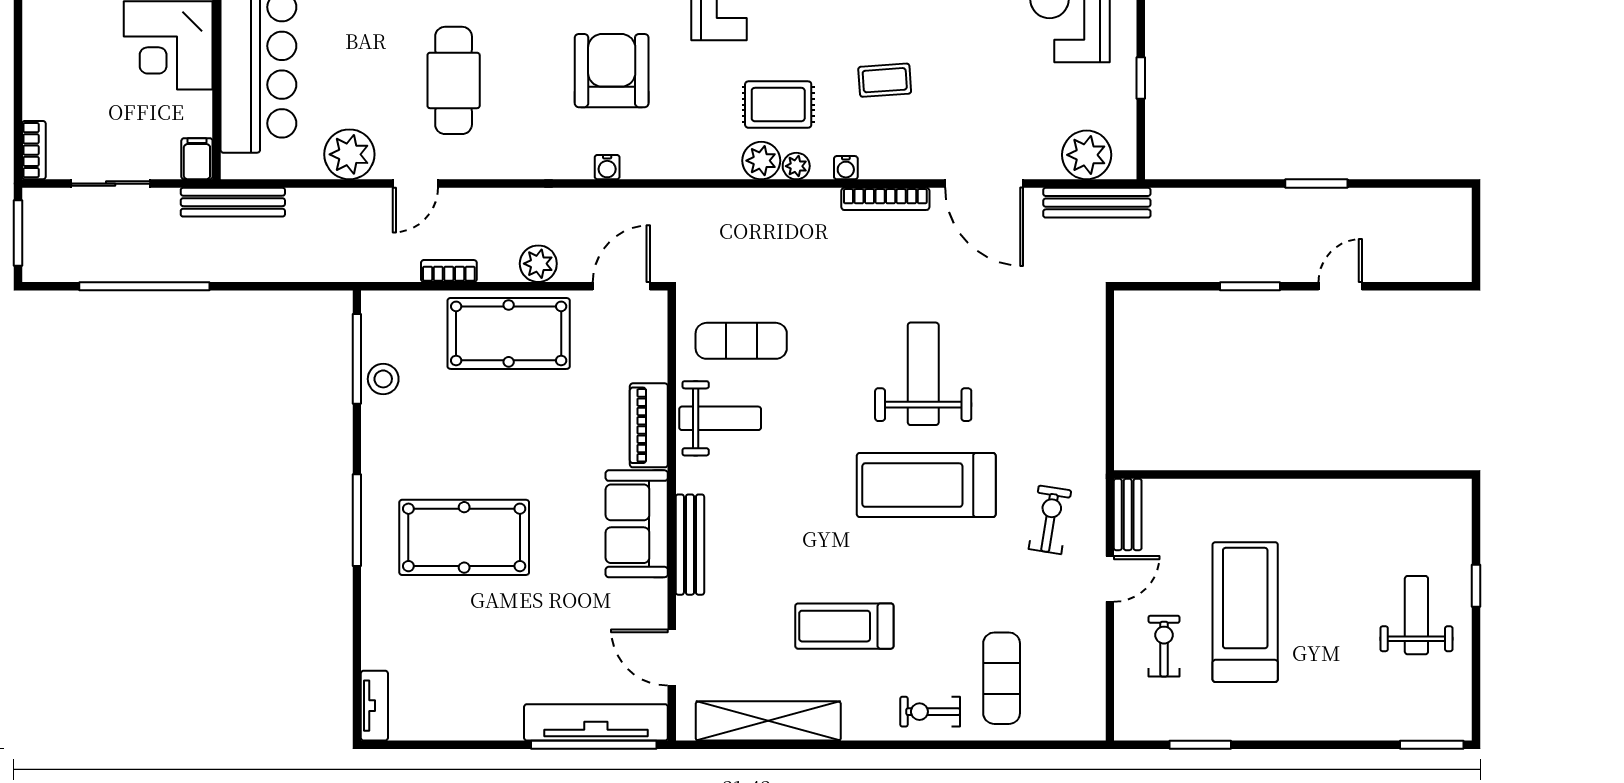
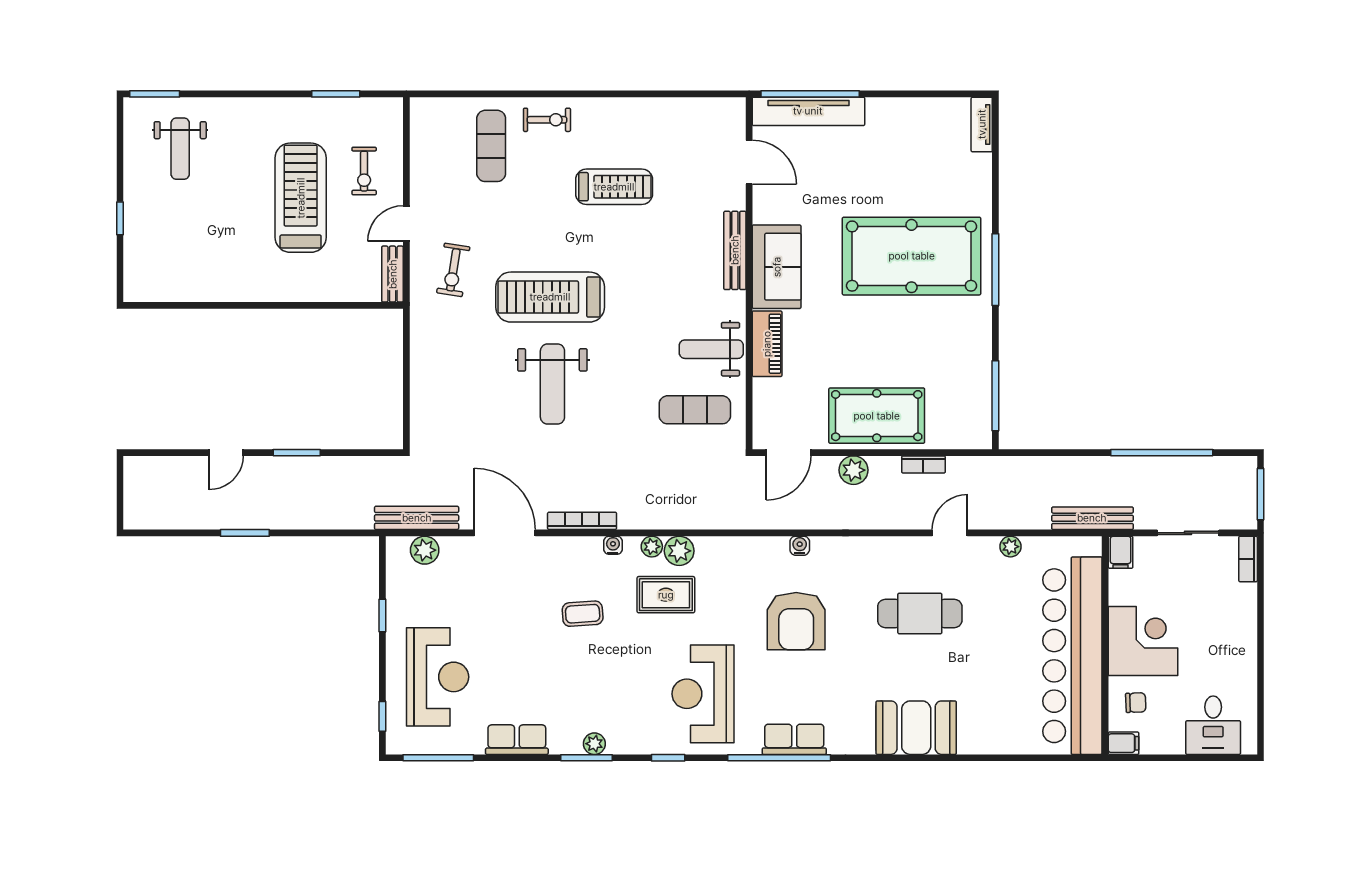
cafe table: (454, 80) -> (920, 613), turned 90
plant: (349, 154) -> (1010, 547), width x0.53, depth x0.53
plant: (1087, 155) -> (425, 550), width x0.73, depth x0.73
stool: (383, 379) -> (975, 380), removed
treadmill: (926, 485) -> (550, 297), turned 180
pool table: (464, 537) -> (912, 256), width x1.36, depth x1.32
treadmill: (1245, 612) -> (301, 198), turned 180
weight bench: (1416, 615) -> (180, 149), moved
shelving: (768, 721) -> (674, 112), removed

